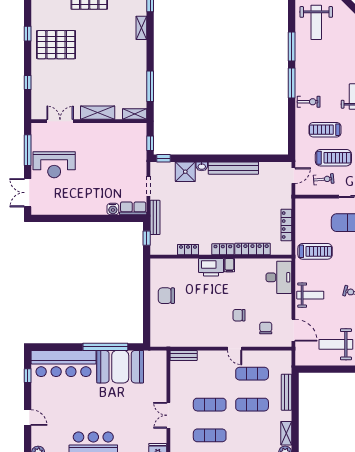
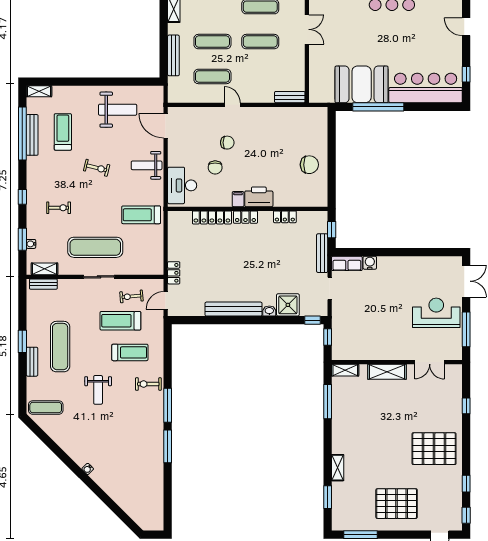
weight bench: (316, 22) -> (140, 474), removed
window: (28, 34) -> (466, 484), moved
locker: (286, 225) -> (174, 273), moved, width x0.66
chair: (266, 328) -> (215, 167), moved

